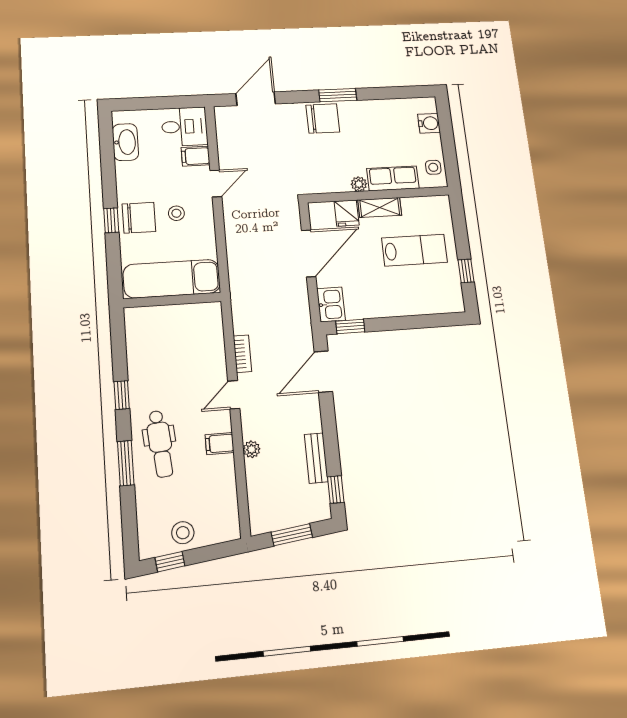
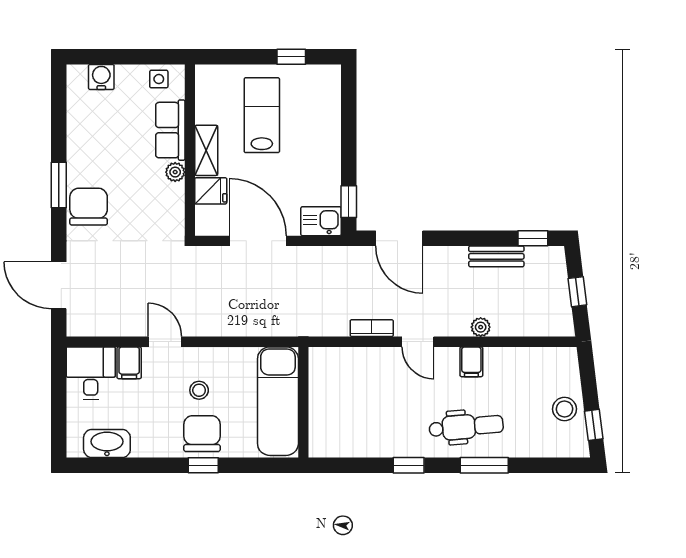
window: (292, 535) -> (577, 292), width x0.67

